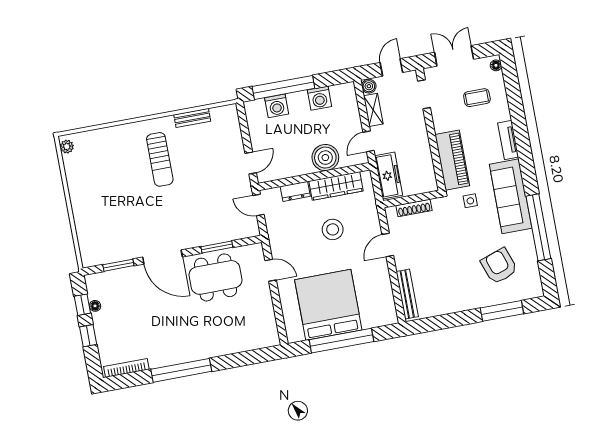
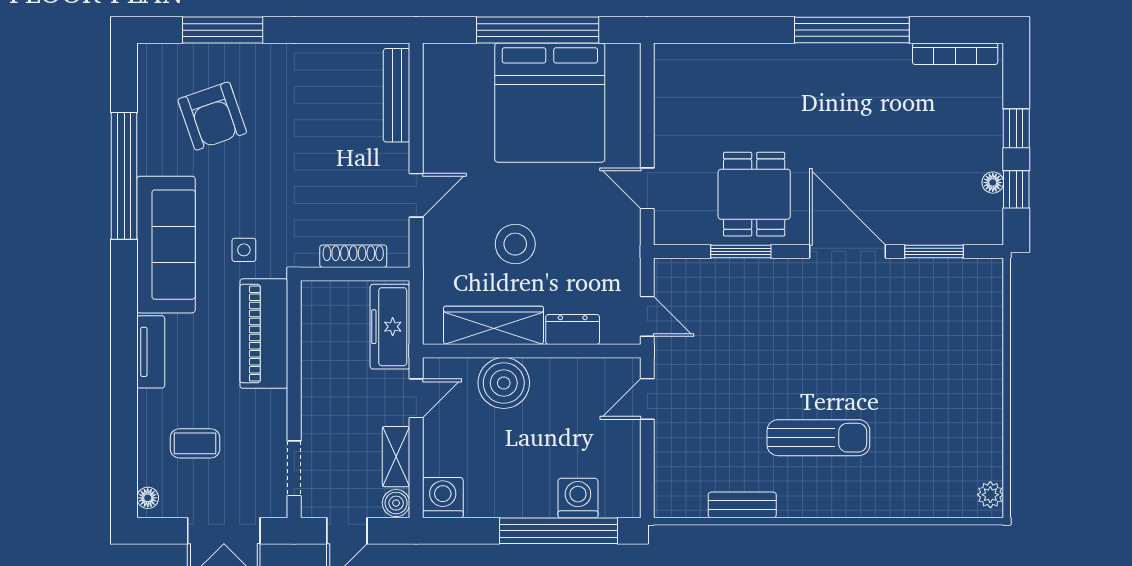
washing machine: (319, 98) -> (443, 498), moved
sun lounger: (160, 159) -> (818, 438), turned 90
dining table: (216, 277) -> (754, 194), width x0.73

